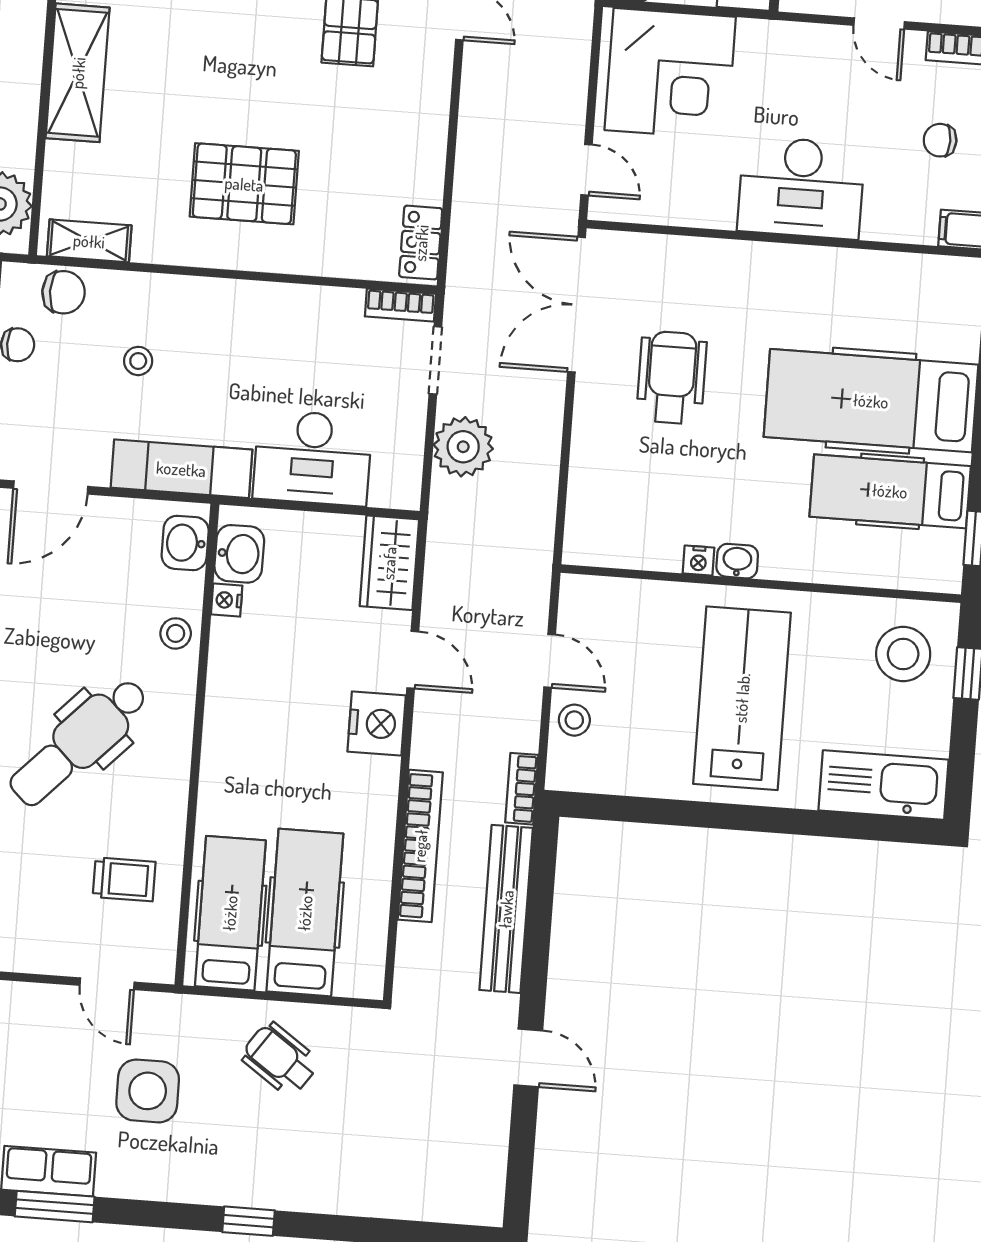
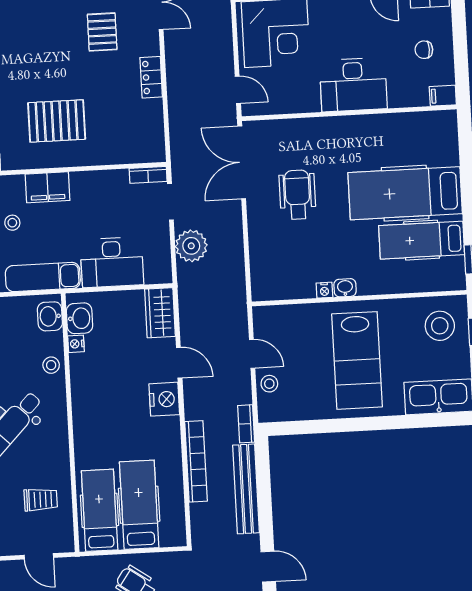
locker: (421, 243) -> (151, 77), moved
filing cabinet: (212, 304) -> (48, 187), added
lab bench: (742, 698) -> (357, 360), turned 180

